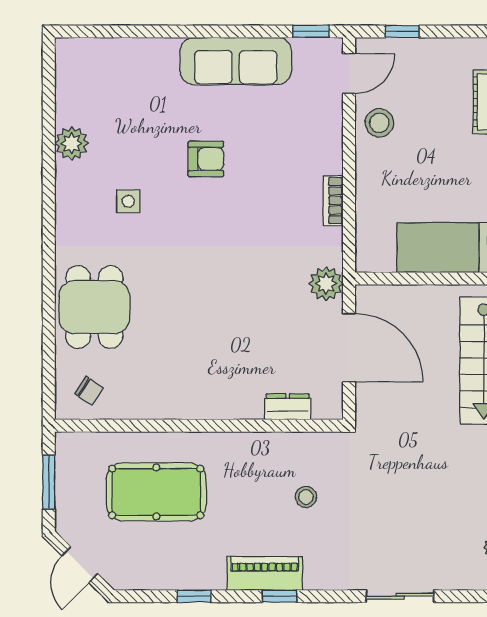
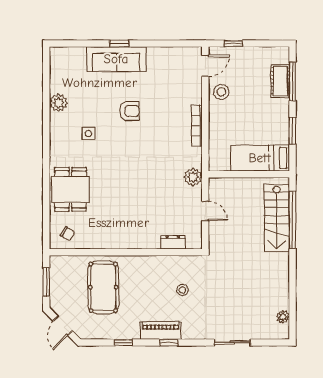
window: (311, 31) -> (119, 44), moved
sofa: (236, 61) -> (116, 59), moved
bookcase: (333, 201) -> (197, 126), width x1.56
door: (349, 348) -> (205, 211), width x0.53
pool table: (156, 492) -> (103, 287), turned 90

